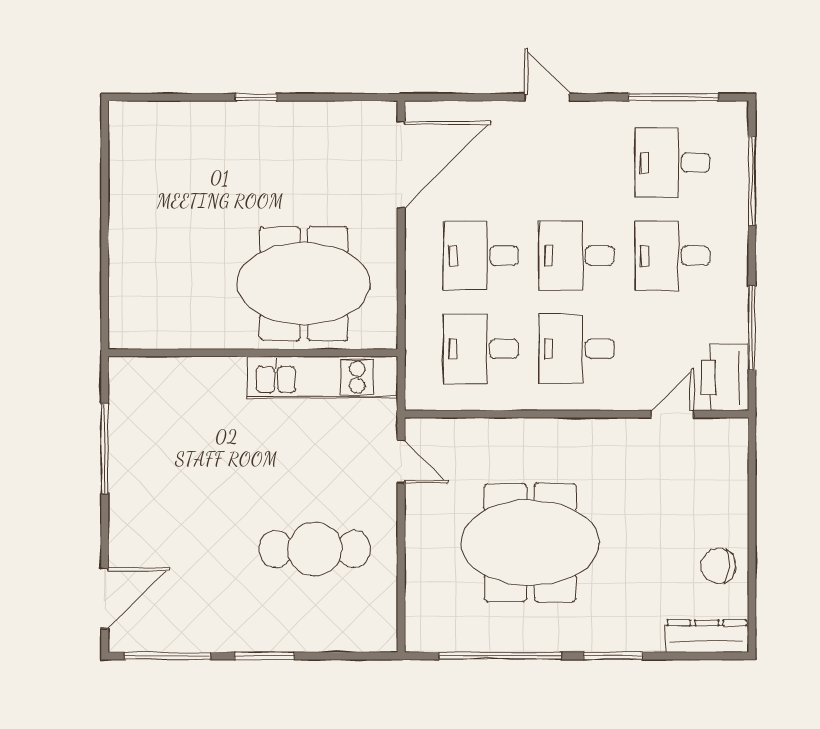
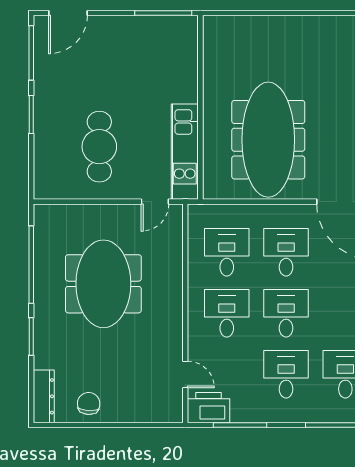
meeting table: (304, 284) -> (268, 140), width x1.36
wall: (253, 353) -> (200, 107), moved
kitchen unit: (323, 377) -> (185, 152), moved
door: (105, 598) -> (68, 13), hinge flipped

